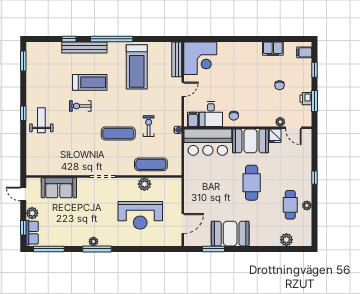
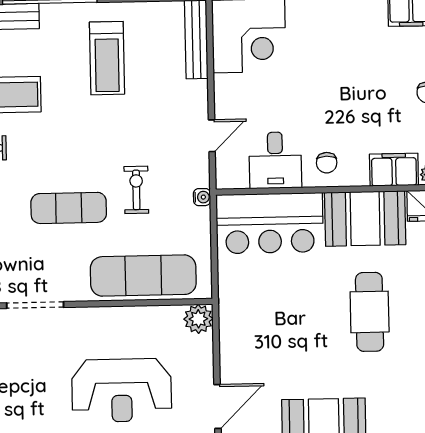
treadmill: (137, 67) -> (107, 58), width x0.73, depth x0.73
door: (183, 89) -> (212, 136), moved
filing cabinet: (193, 119) -> (394, 170), moved, width x2.00
exercise mat: (151, 164) -> (143, 276), width x1.36, depth x1.45
plant: (144, 184) -> (198, 319), moved

